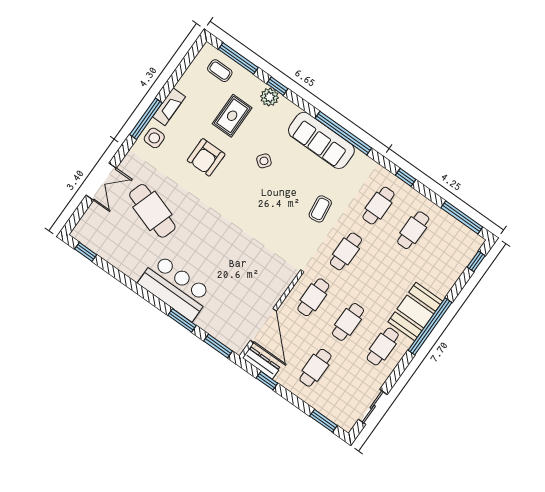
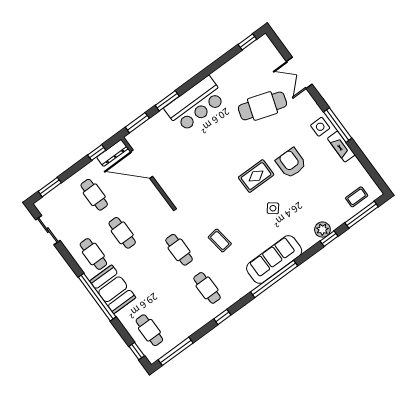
rug: (232, 116) -> (256, 176), moved, turned 90
cafe table: (413, 230) -> (149, 330), moved
cafe table: (313, 297) -> (151, 212), removed

